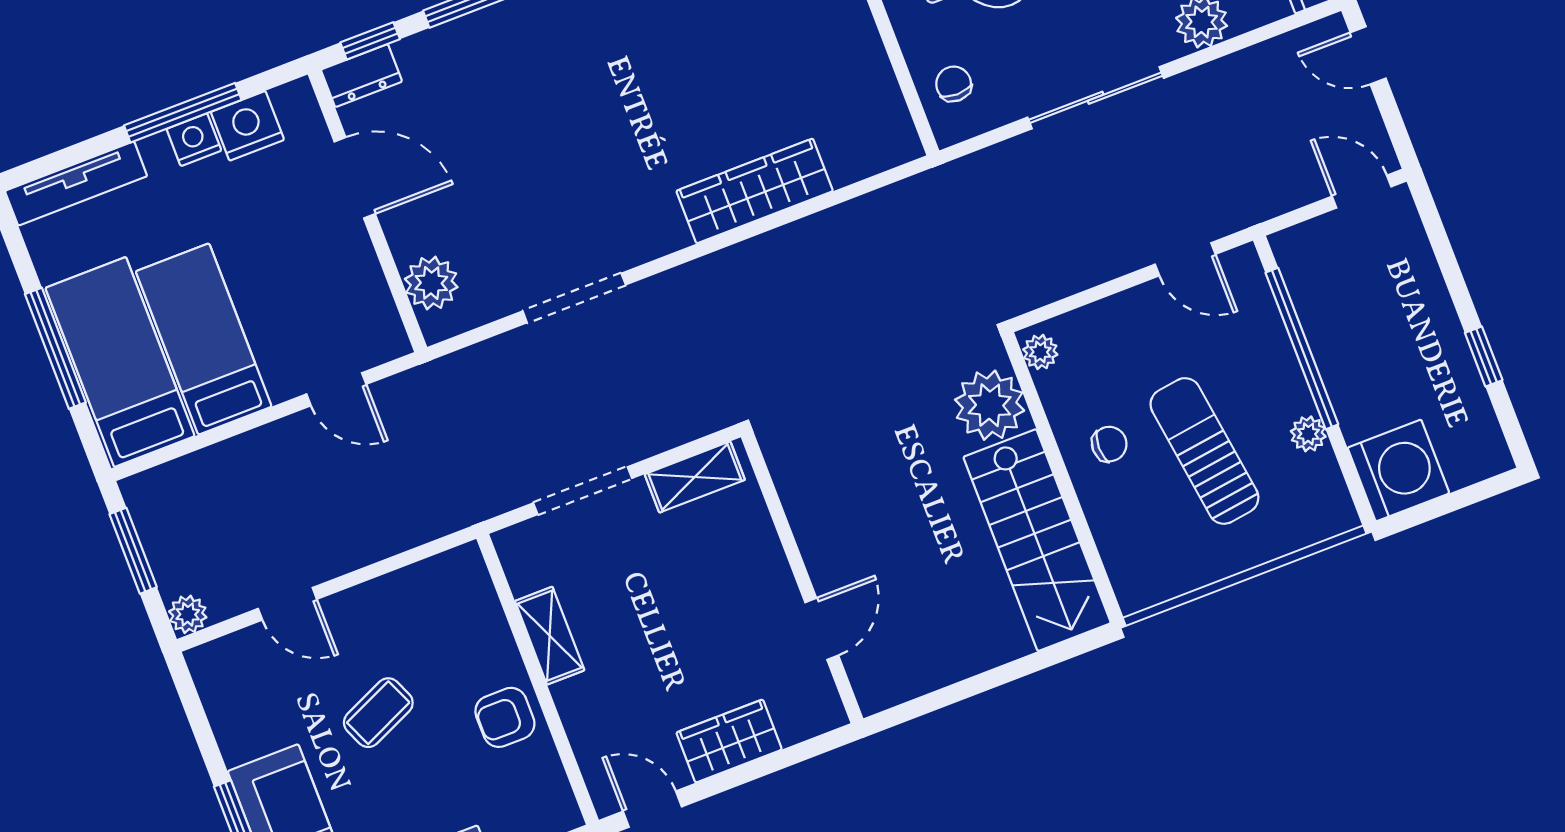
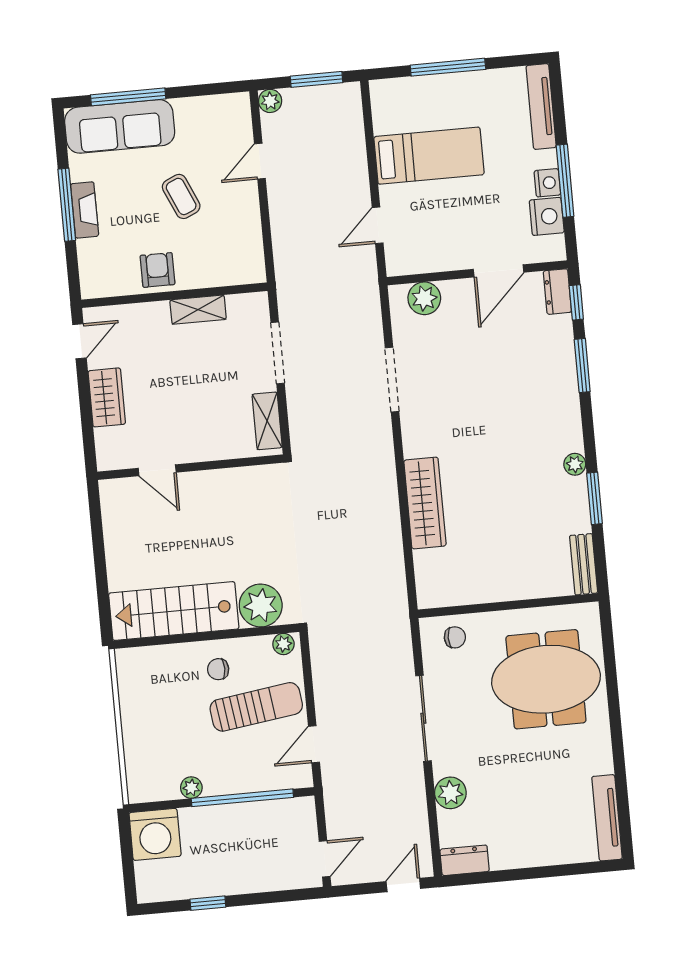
bed: (120, 362) -> (429, 103), removed
chair: (1109, 444) -> (218, 669), turned 90
sun lounger: (1204, 451) -> (256, 707), moved

